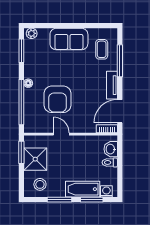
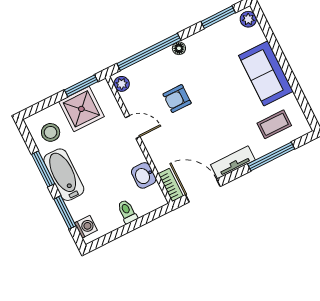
armchair: (58, 99) -> (177, 99), width x0.53, depth x0.53
plant: (32, 128) -> (122, 84), added
door: (61, 134) -> (133, 127), hinge flipped
washbasin: (111, 149) -> (144, 175), moved, turned -90
bathtub: (83, 189) -> (64, 175), moved

